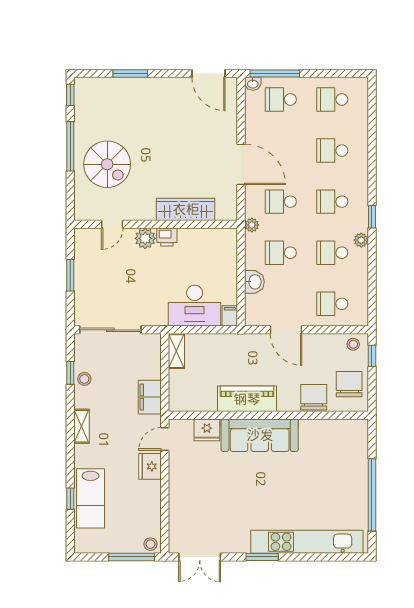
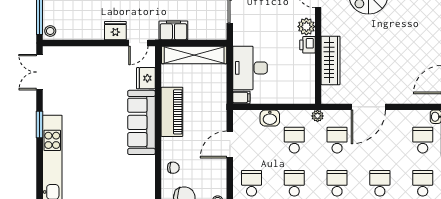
shelving: (176, 351) -> (194, 55), width x2.20, depth x1.33
chair: (314, 397) -> (173, 168), width x0.54, depth x0.54
door: (165, 439) -> (138, 43), swing flipped

